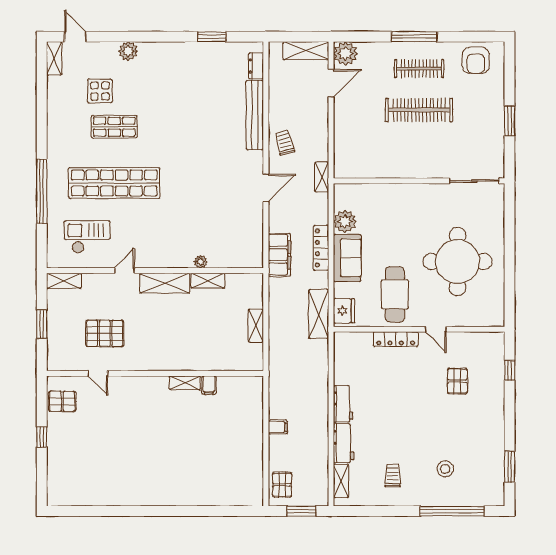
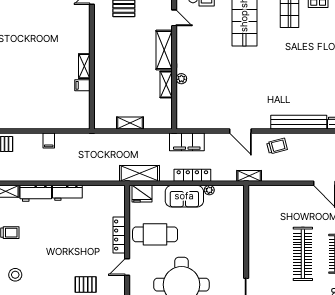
plant: (345, 221) -> (209, 190), width x0.53, depth x0.53

